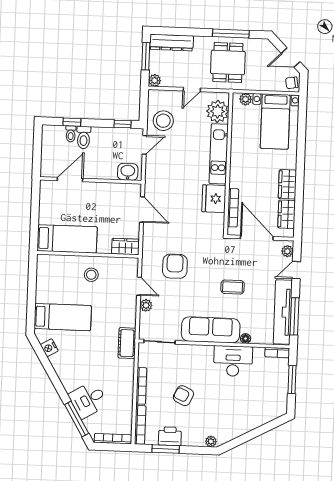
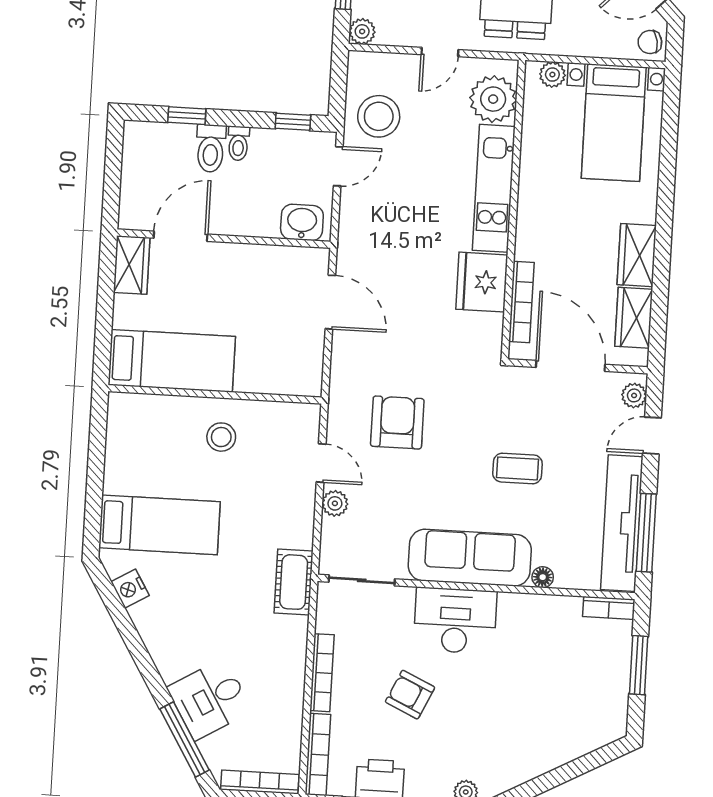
toilet: (71, 134) -> (238, 143), moved
wardrobe: (126, 247) -> (132, 265), moved, turned 90
desk: (233, 361) -> (455, 621), moved

